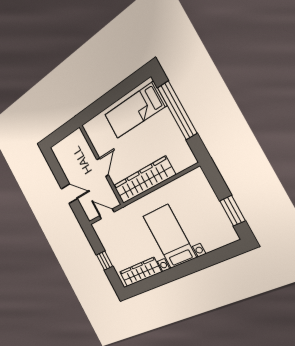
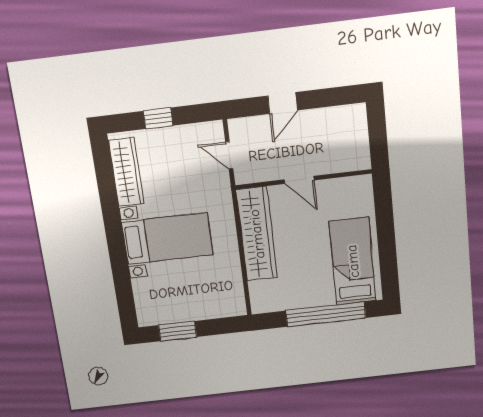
door: (107, 214) -> (229, 155), swing flipped

